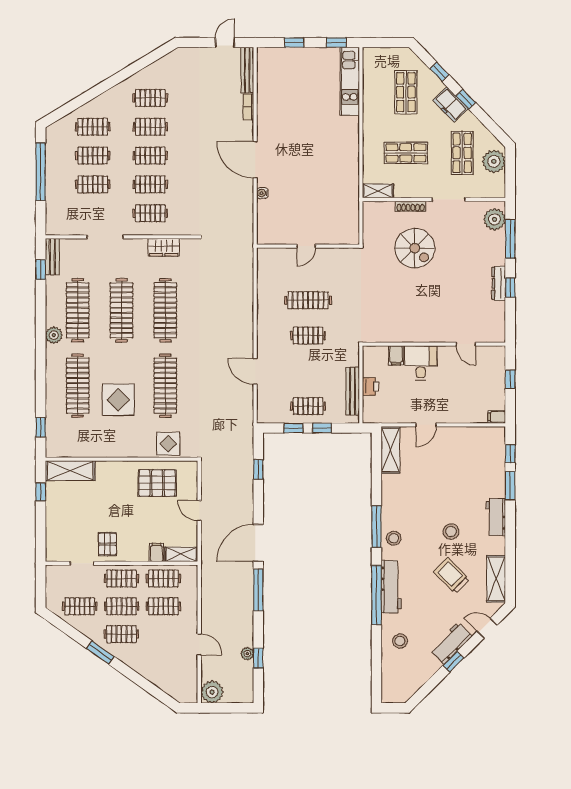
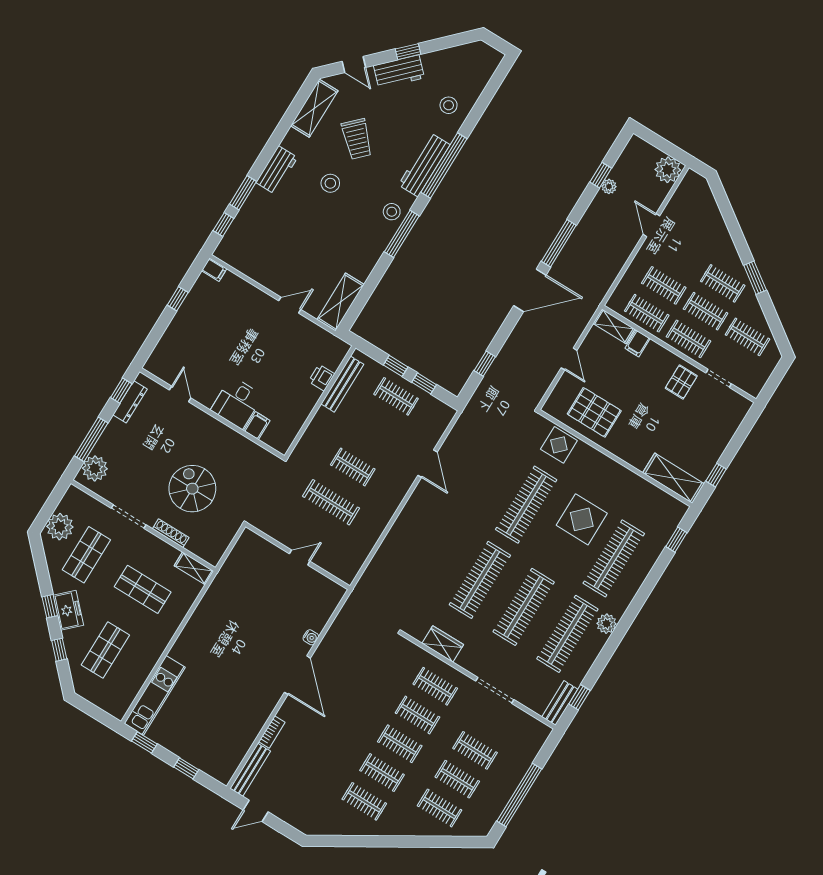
wall: (434, 344) -> (212, 414), moved
door: (466, 344) -> (180, 394), moved
filing cabinet: (396, 355) -> (257, 426), moved
desk: (421, 363) -> (237, 403), moved

